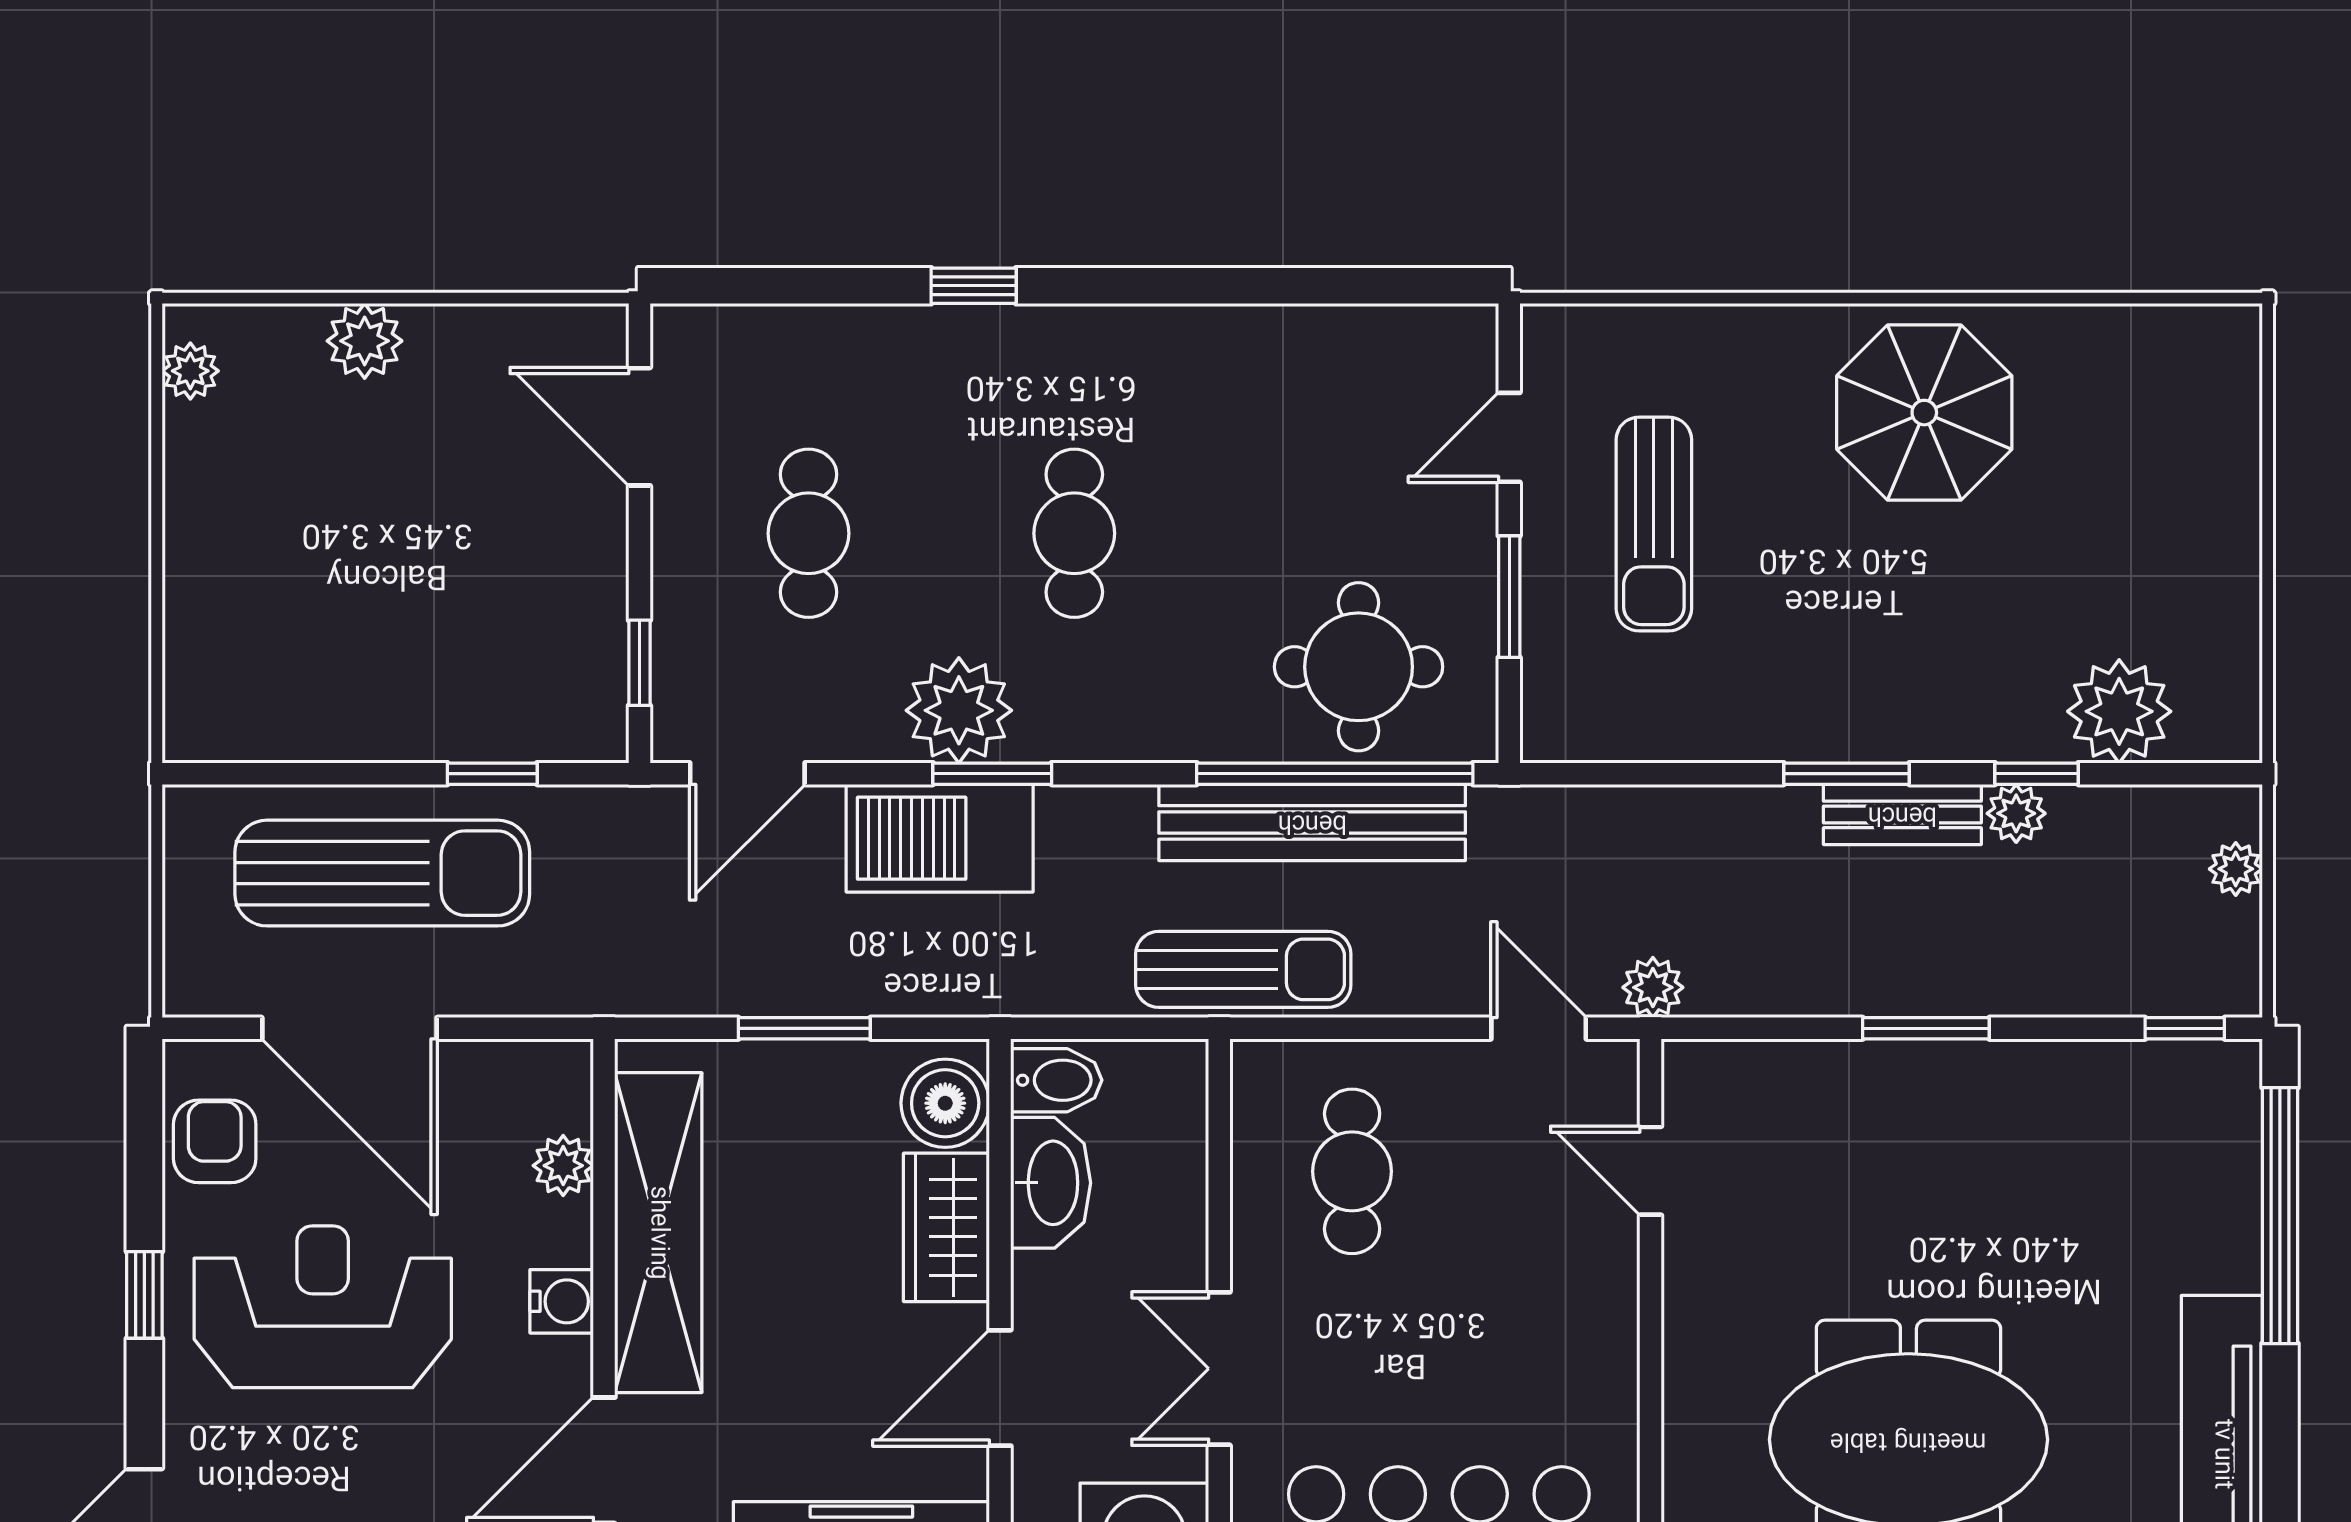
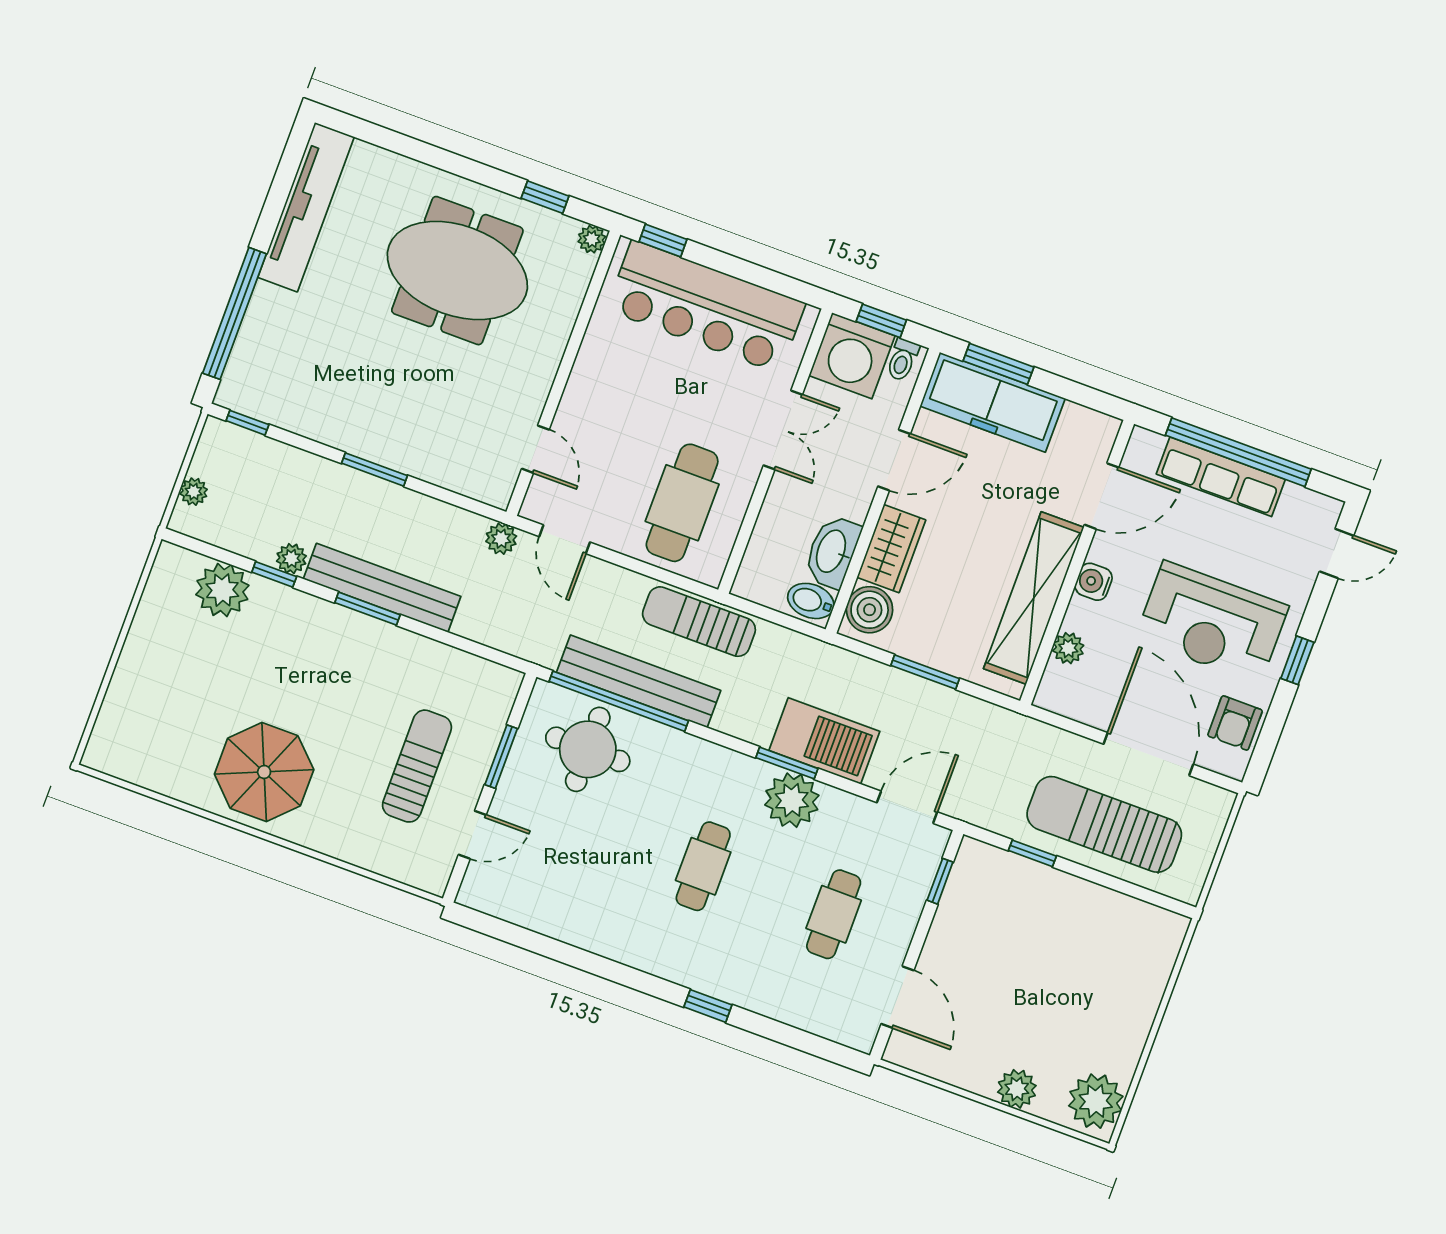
plant: (190, 371) -> (1096, 1101), width x1.88, depth x1.88
bench: (1902, 814) -> (382, 588), width x1.86, depth x1.21
cafe table: (1352, 1171) -> (682, 503), width x1.37, depth x1.35

